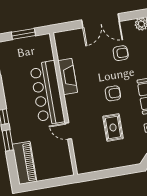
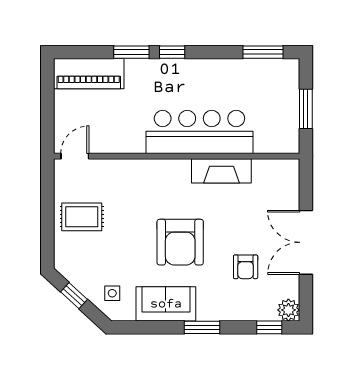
armchair: (113, 93) -> (180, 242), width x1.88, depth x1.88
rug: (113, 127) -> (82, 217), moved
door: (68, 131) -> (75, 156), moved

